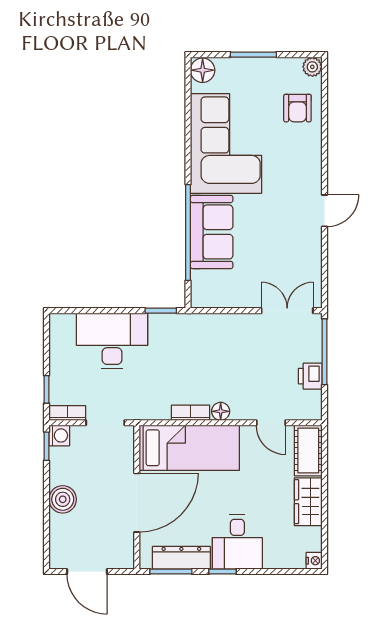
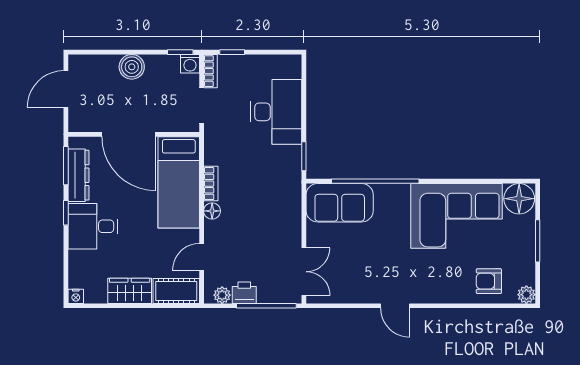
floor lamp: (203, 70) -> (519, 199), width x1.38, depth x1.38
sofa: (212, 232) -> (340, 203), moved
plant: (313, 400) -> (222, 295), added

